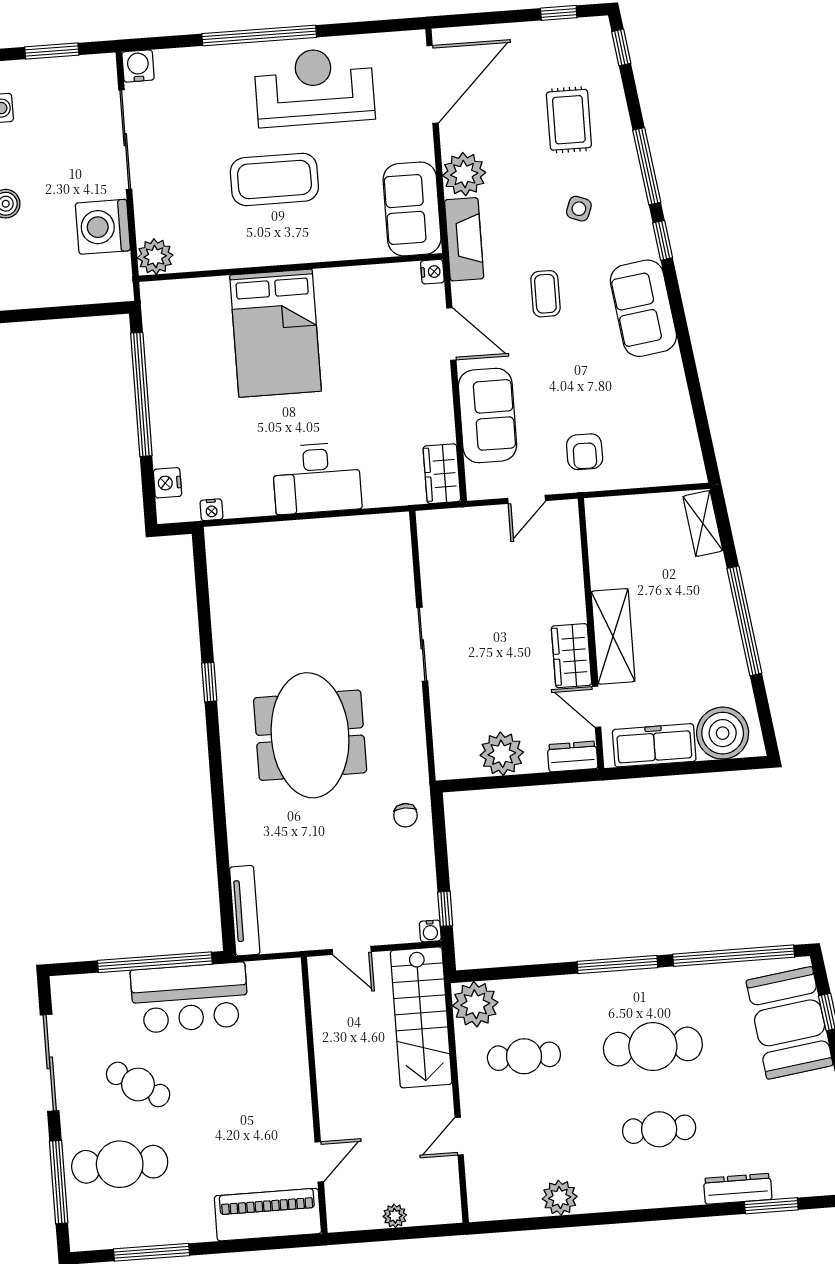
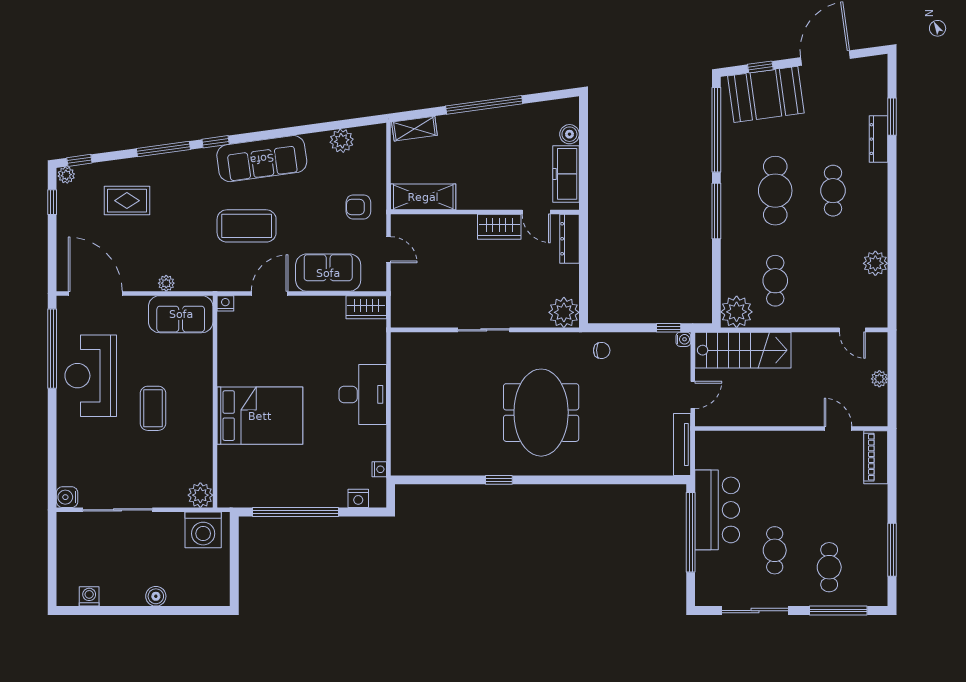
plant: (599, 30) -> (66, 175), added
window: (259, 35) -> (52, 349), moved
window: (52, 51) -> (52, 556), removed
plant: (464, 174) -> (166, 283), width x0.53, depth x0.53
coffee table: (274, 179) -> (153, 408), width x0.73, depth x0.76
side table: (579, 209) -> (189, 198), removed
washing machine: (103, 227) -> (203, 530), moved
fireplace: (464, 239) -> (204, 280), removed
coffee table: (545, 294) -> (247, 226), width x1.86, depth x1.72
sofa: (643, 308) -> (262, 159), width x1.36
plant: (678, 421) -> (342, 141), added
armchair: (585, 452) -> (358, 207), turned 180
shelving: (613, 636) -> (423, 197), moved
door: (596, 707) -> (536, 212), hinge flipped
boiler: (723, 733) -> (569, 134), width x0.54, depth x0.54
meeting table: (310, 735) -> (541, 413), turned 90
plant: (502, 754) -> (564, 312), moved
dresser: (573, 757) -> (570, 239), width x1.44
tv unit: (245, 911) -> (682, 444), moved, turned -90
cafe table: (138, 1084) -> (775, 550), turned -32
door: (459, 1136) -> (852, 330), moved
cafe table: (120, 1164) -> (829, 567), width x0.73, depth x0.74
piano: (268, 1215) -> (876, 457), width x0.73, depth x0.75

